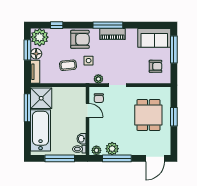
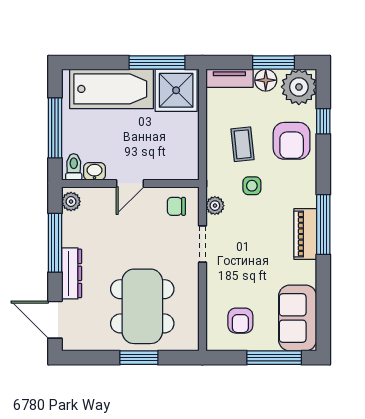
armchair: (80, 39) -> (292, 141), moved
door: (87, 110) -> (130, 183), moved
dining table: (148, 115) -> (142, 306), width x1.37
plant: (112, 149) -> (75, 233), removed
dresser: (132, 150) -> (72, 273), added

